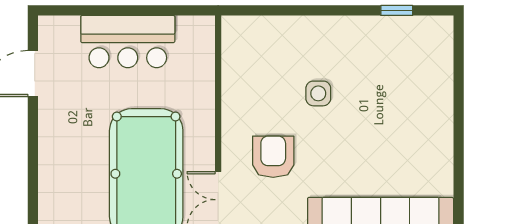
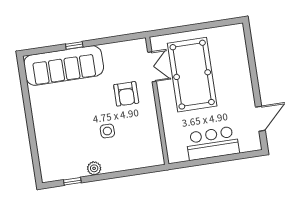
plant: (353, 28) -> (94, 168), added

